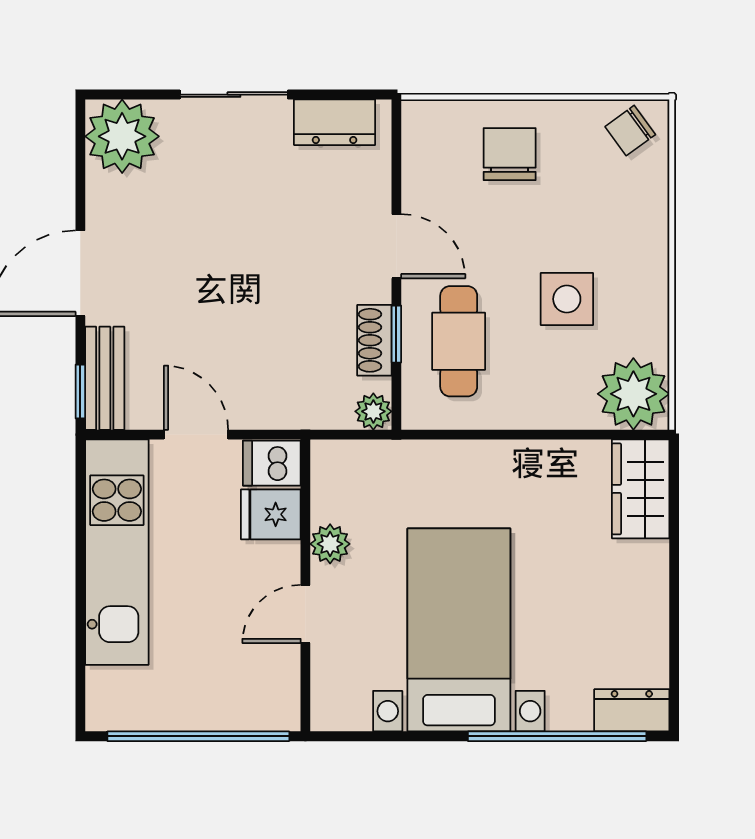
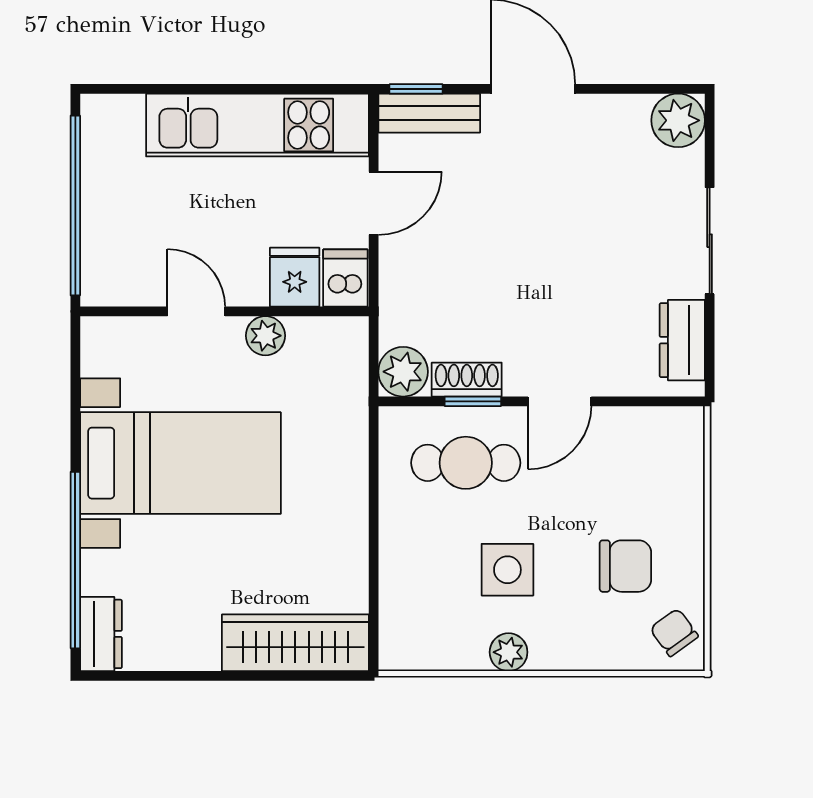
plant: (122, 136) -> (678, 120), width x0.73, depth x0.73
chair: (510, 154) -> (625, 566), moved
plant: (633, 394) -> (509, 652), moved, width x0.53, depth x0.53
plant: (373, 411) -> (403, 372), width x1.38, depth x1.38
wardrobe: (641, 489) -> (295, 643), width x1.50

